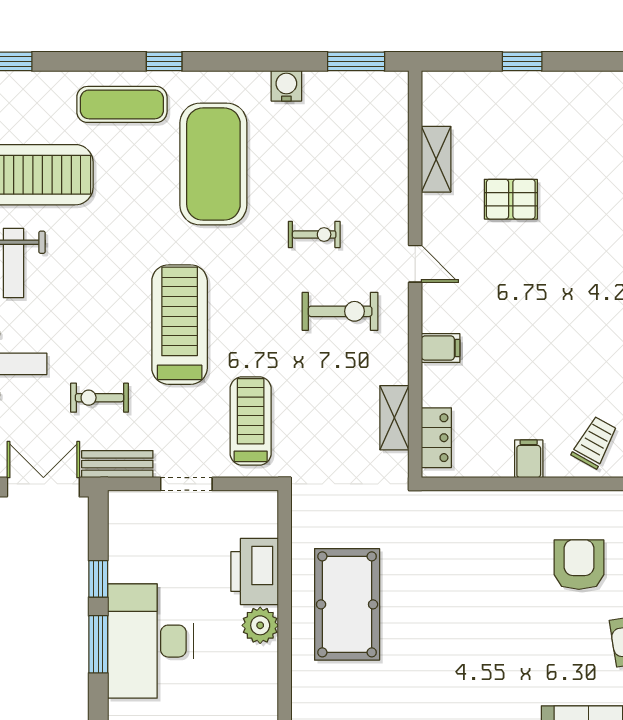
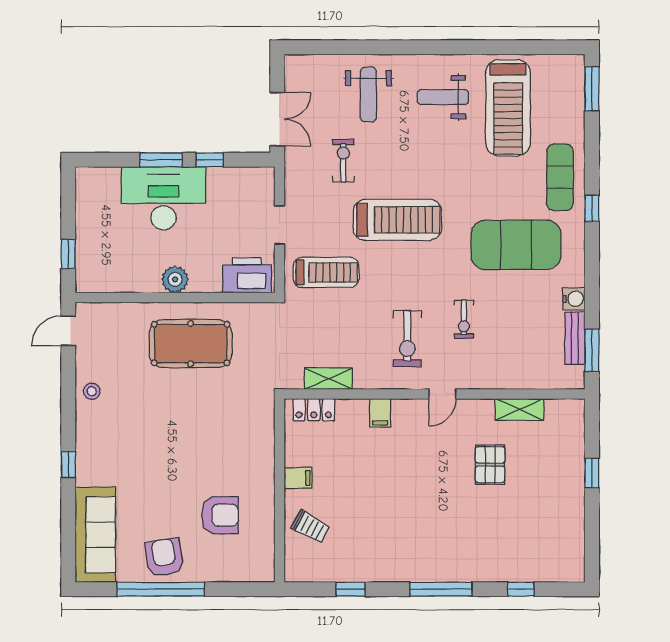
bench: (117, 464) -> (575, 338), moved
printer: (255, 572) -> (247, 275), moved

